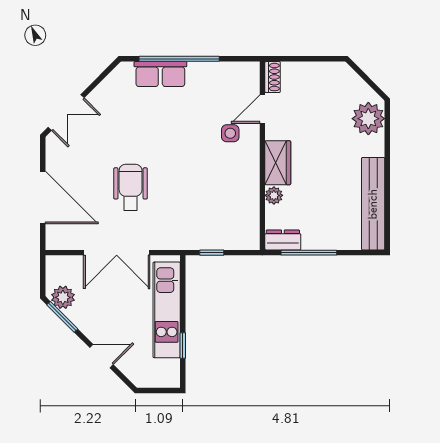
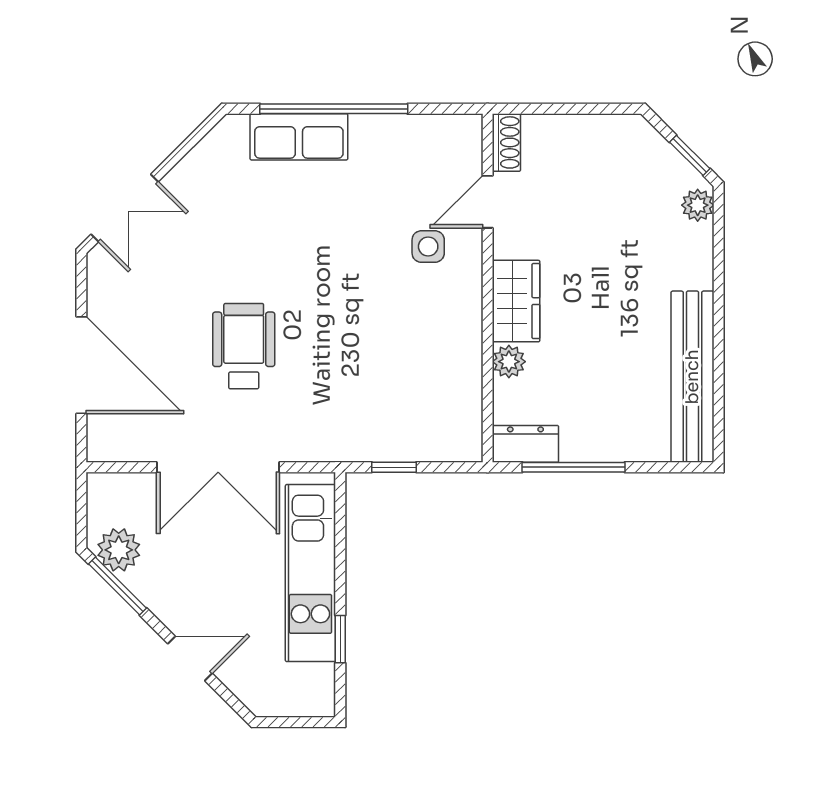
window: (372, 84) -> (690, 155), added
plant: (368, 119) -> (698, 205), width x0.53, depth x0.53

